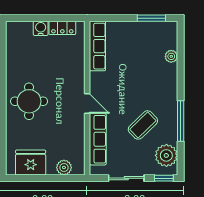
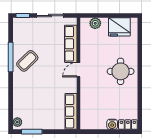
locker: (62, 28) -> (128, 125), moved
plant: (171, 56) -> (17, 122), moved
door: (87, 104) -> (78, 70), hinge flipped
coffee table: (143, 125) -> (27, 61), moved
plant: (166, 155) -> (21, 32), removed

